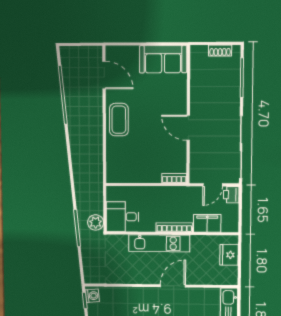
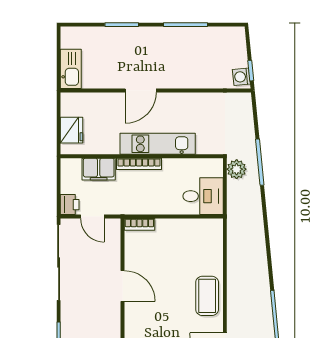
door: (213, 185) -> (92, 217), swing flipped
desk: (122, 217) -> (203, 196), moved

